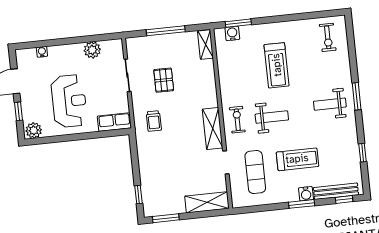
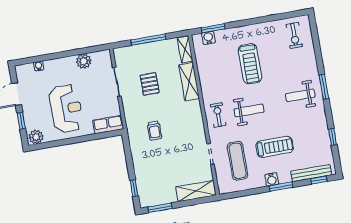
trolley: (154, 121) -> (154, 131), moved
shelving: (213, 128) -> (189, 82), moved
water cooler: (306, 194) -> (272, 179), moved

